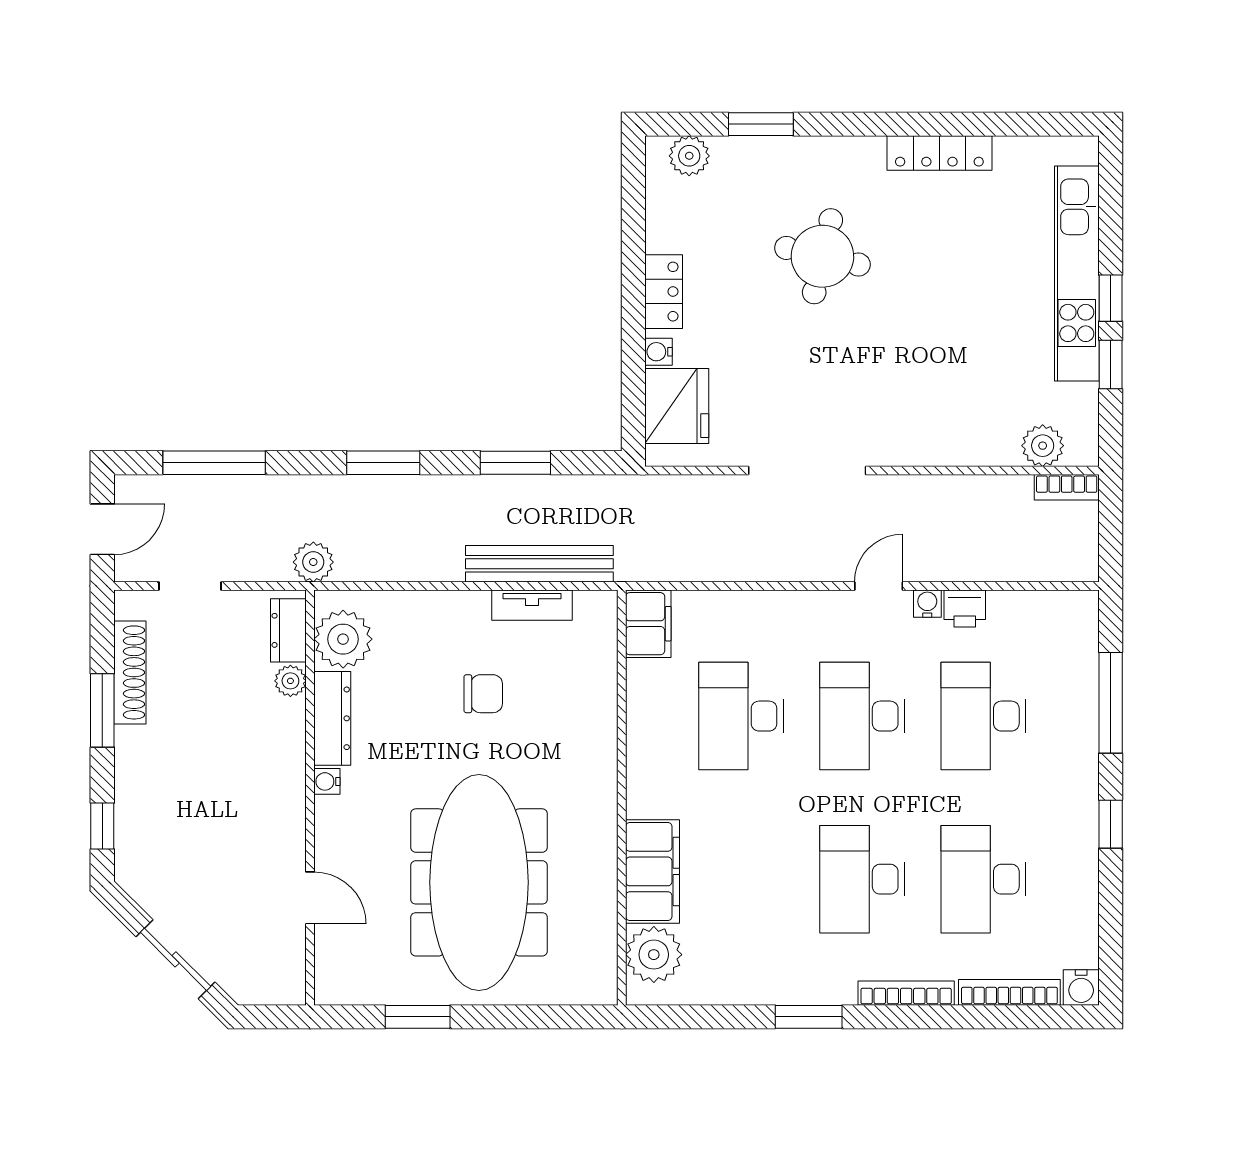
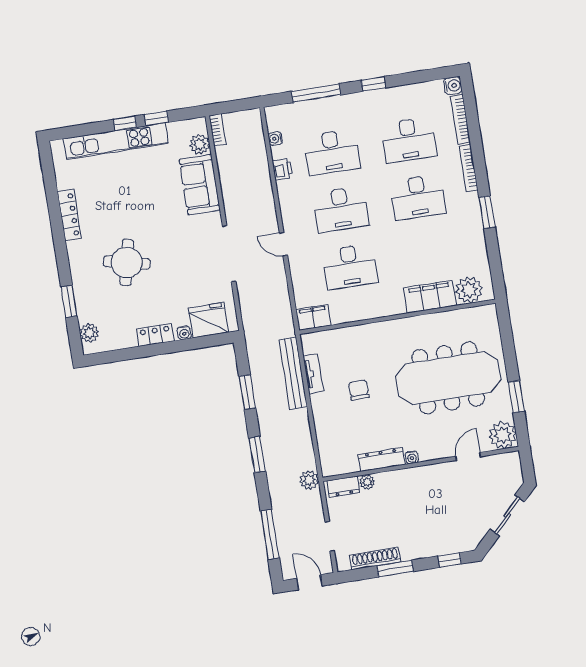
sofa: (959, 432) -> (200, 185), added
door: (879, 586) -> (283, 244), moved
water cooler: (927, 604) -> (275, 139), moved
plant: (343, 639) -> (503, 435), moved

